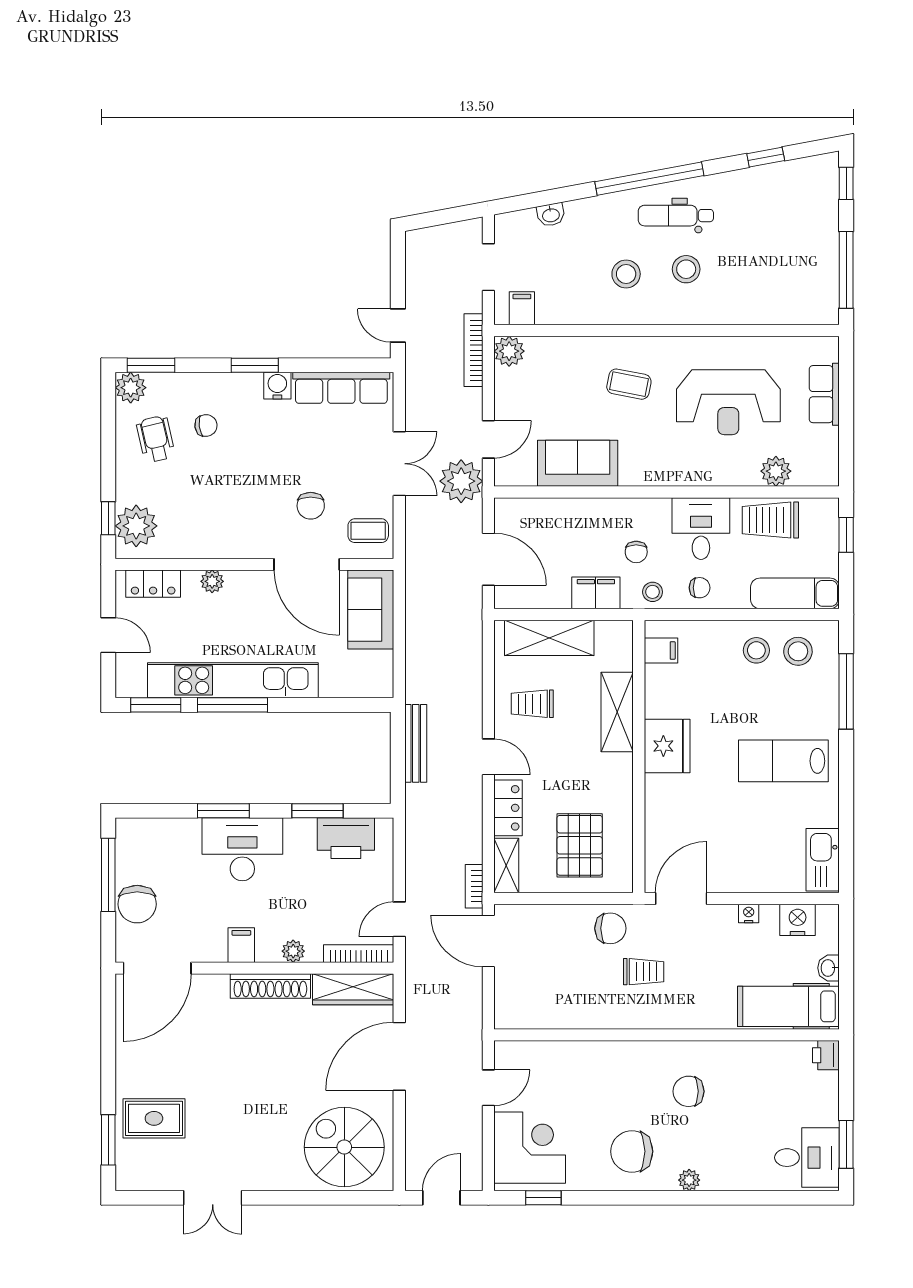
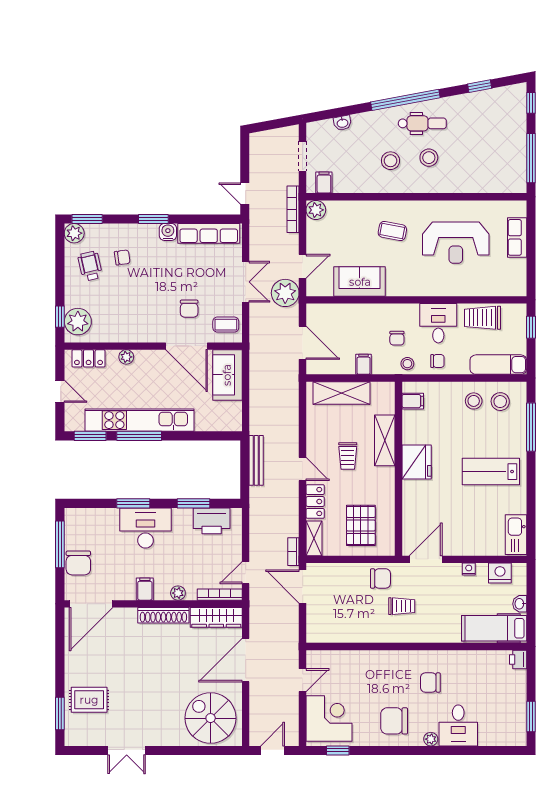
dental chair: (676, 216) -> (422, 123), turned 180
plant: (776, 471) -> (486, 287), removed
filing cabinet: (596, 593) -> (364, 364), width x0.50
trolley: (532, 704) -> (348, 456), moved, turned -90
desk: (807, 1158) -> (458, 725), moved, turned 90

